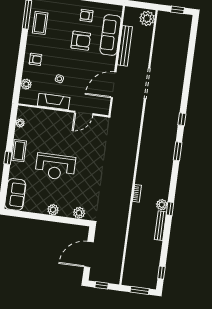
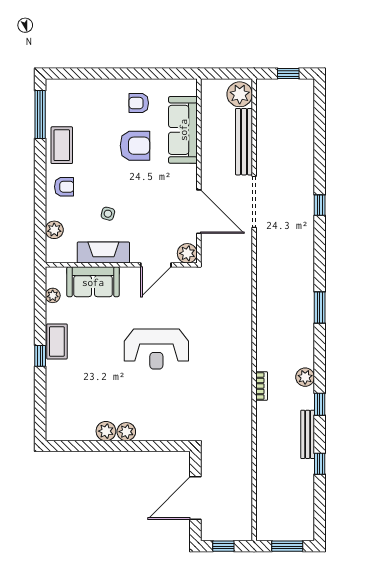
coffee table: (40, 23) -> (62, 145), moved
bench: (125, 46) -> (244, 142), moved
door: (114, 85) -> (199, 212), swing flipped
plant: (103, 109) -> (187, 253), added
window: (182, 119) -> (320, 205), moved
reception desk: (55, 167) -> (156, 349), moved
sofa: (15, 194) -> (93, 282), moved, turned 90
plant: (162, 205) -> (305, 377), moved
plant: (79, 213) -> (106, 431), moved
window: (161, 273) -> (320, 464), moved

